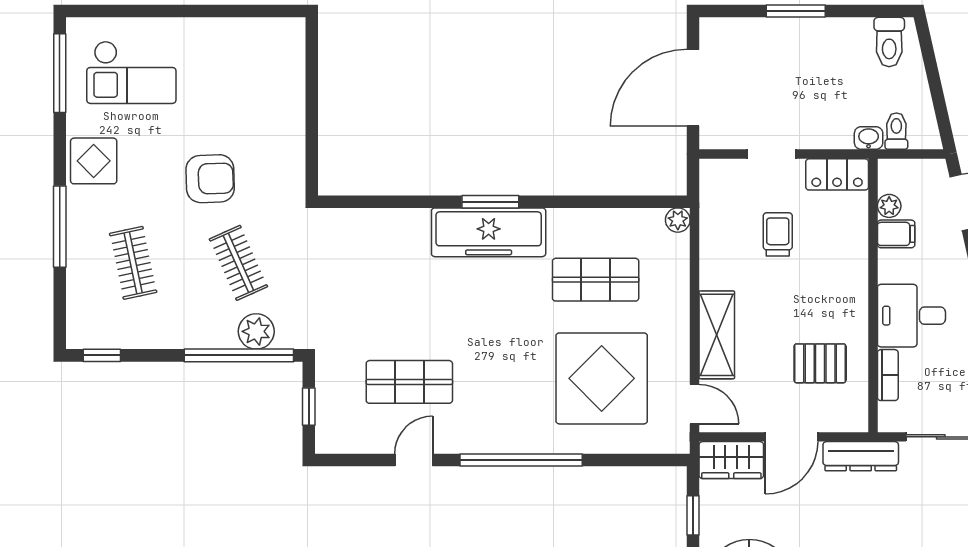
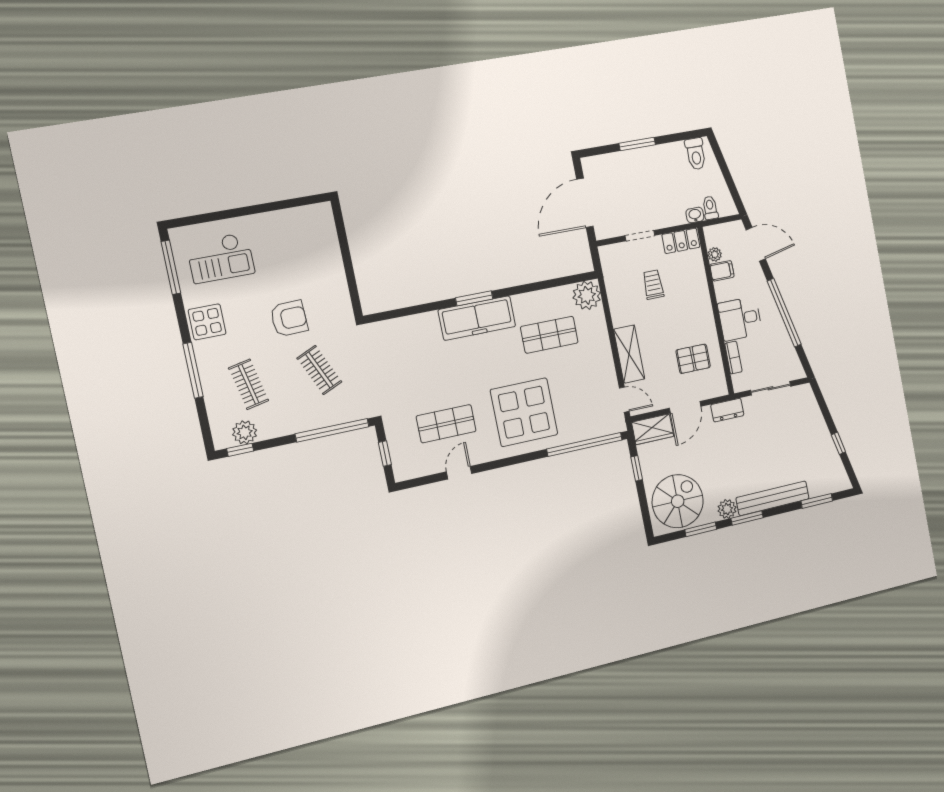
plant: (678, 220) -> (587, 295), width x1.88, depth x1.88
plant: (256, 331) -> (245, 432), moved
display table: (602, 378) -> (524, 412), moved
dresser: (861, 456) -> (727, 410), width x0.70
window: (521, 460) -> (585, 444), moved

